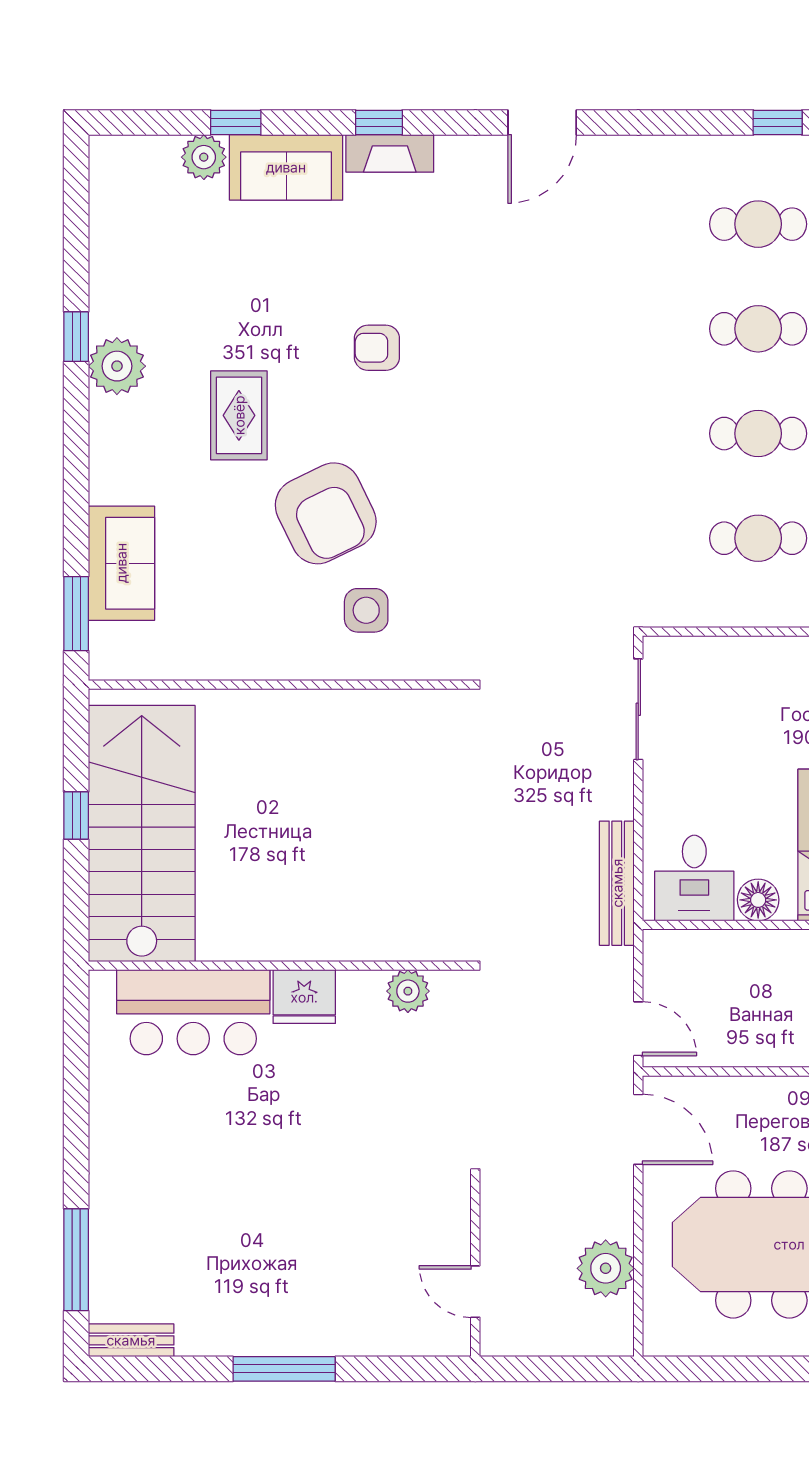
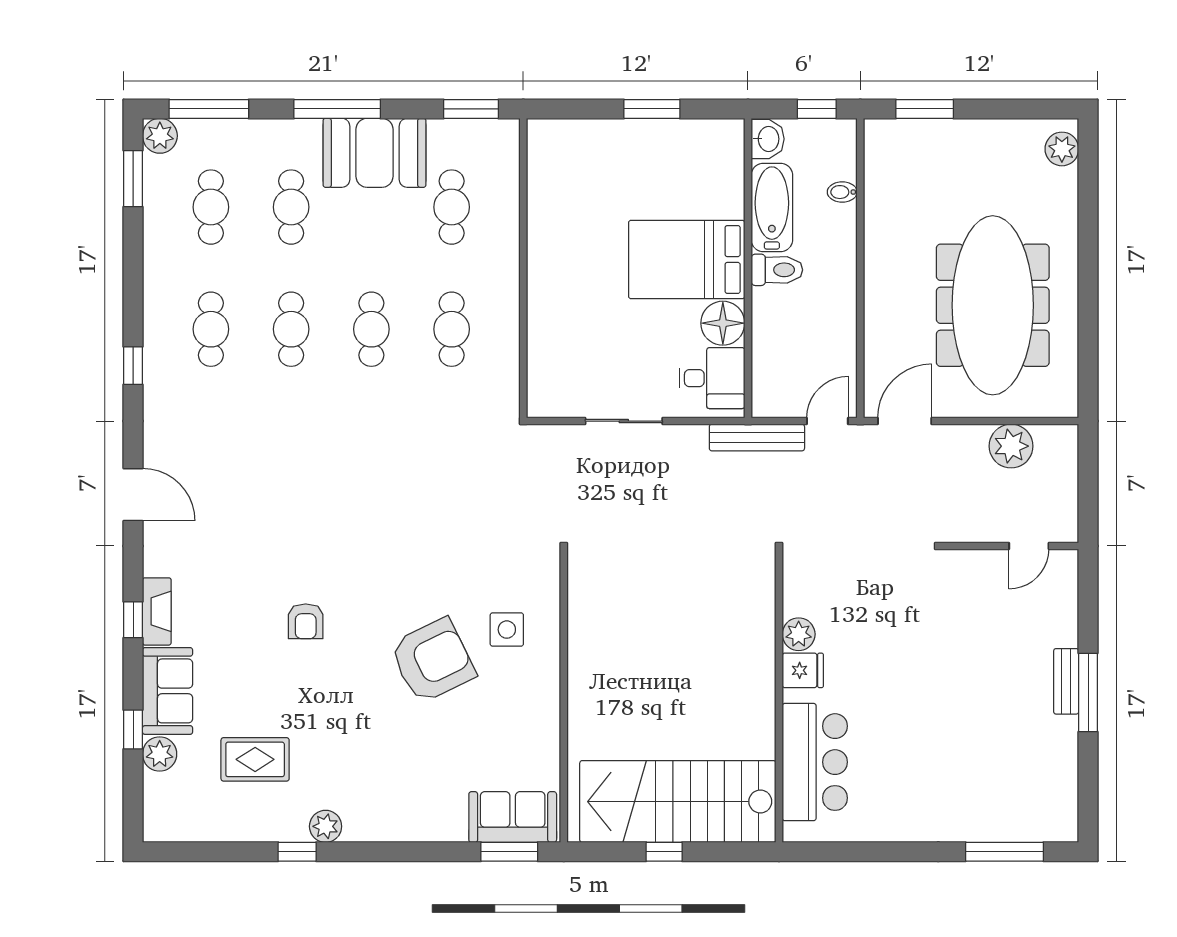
window: (778, 123) -> (133, 366), moved
plant: (117, 366) -> (326, 826), width x0.73, depth x0.73
rug: (239, 415) -> (255, 759), moved
sofa: (121, 563) -> (513, 817), moved
sliding door: (638, 709) -> (624, 421), moved
bench: (617, 883) -> (757, 437), moved
floor lamp: (758, 900) -> (723, 323), width x1.38, depth x1.38
plant: (408, 991) -> (799, 634), moved
fridge: (304, 997) -> (803, 670), width x0.72
bench: (131, 1340) -> (1066, 681), moved

